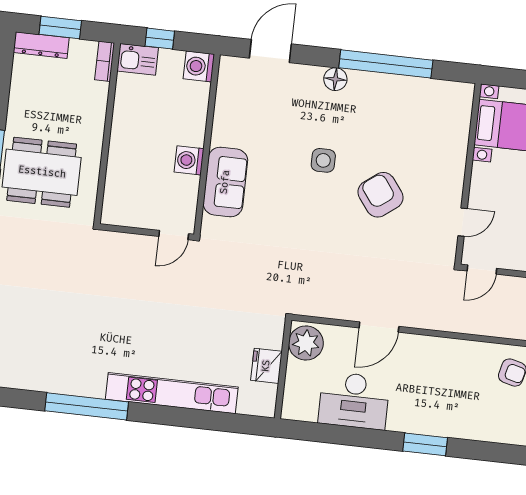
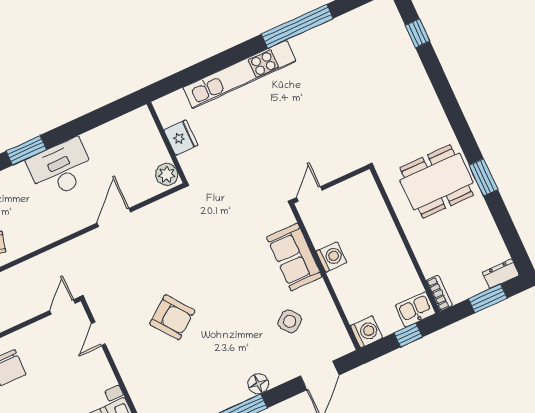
dresser: (41, 45) -> (501, 274), width x0.70
side table: (323, 160) -> (290, 321), moved, turned -37
plant: (306, 343) -> (167, 174), width x0.73, depth x0.73
desk: (354, 401) -> (61, 169), moved

